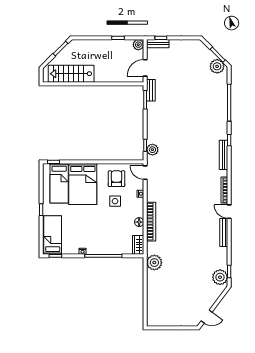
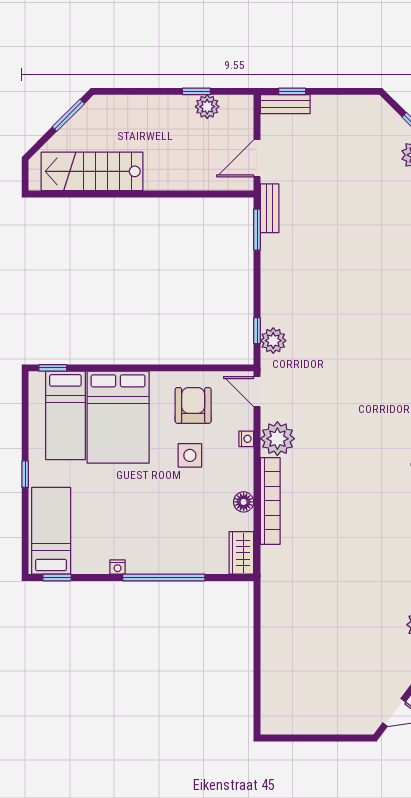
plant: (138, 45) -> (207, 107), moved
plant: (154, 263) -> (277, 439), moved

